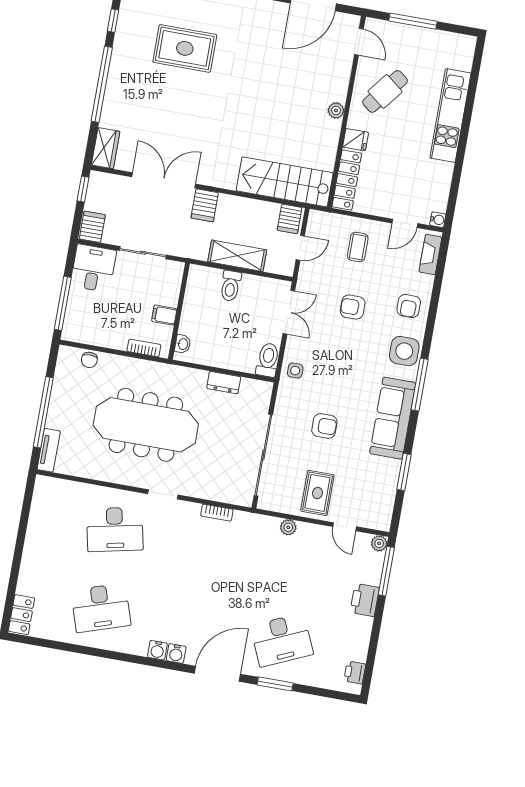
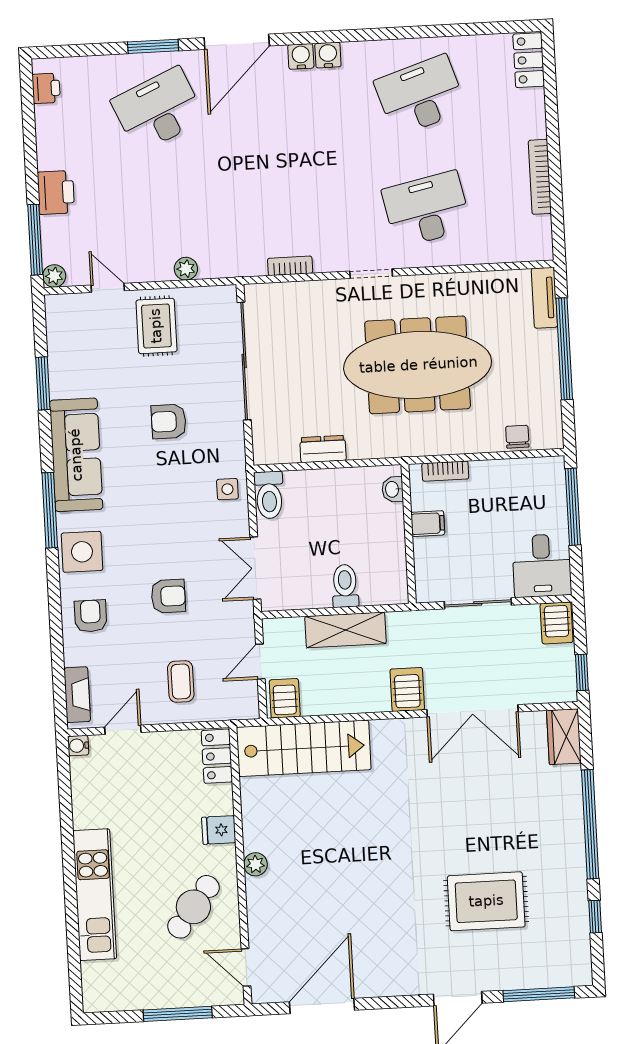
locker: (347, 180) -> (217, 756), width x0.66
bookcase: (33, 533) -> (540, 177), added

